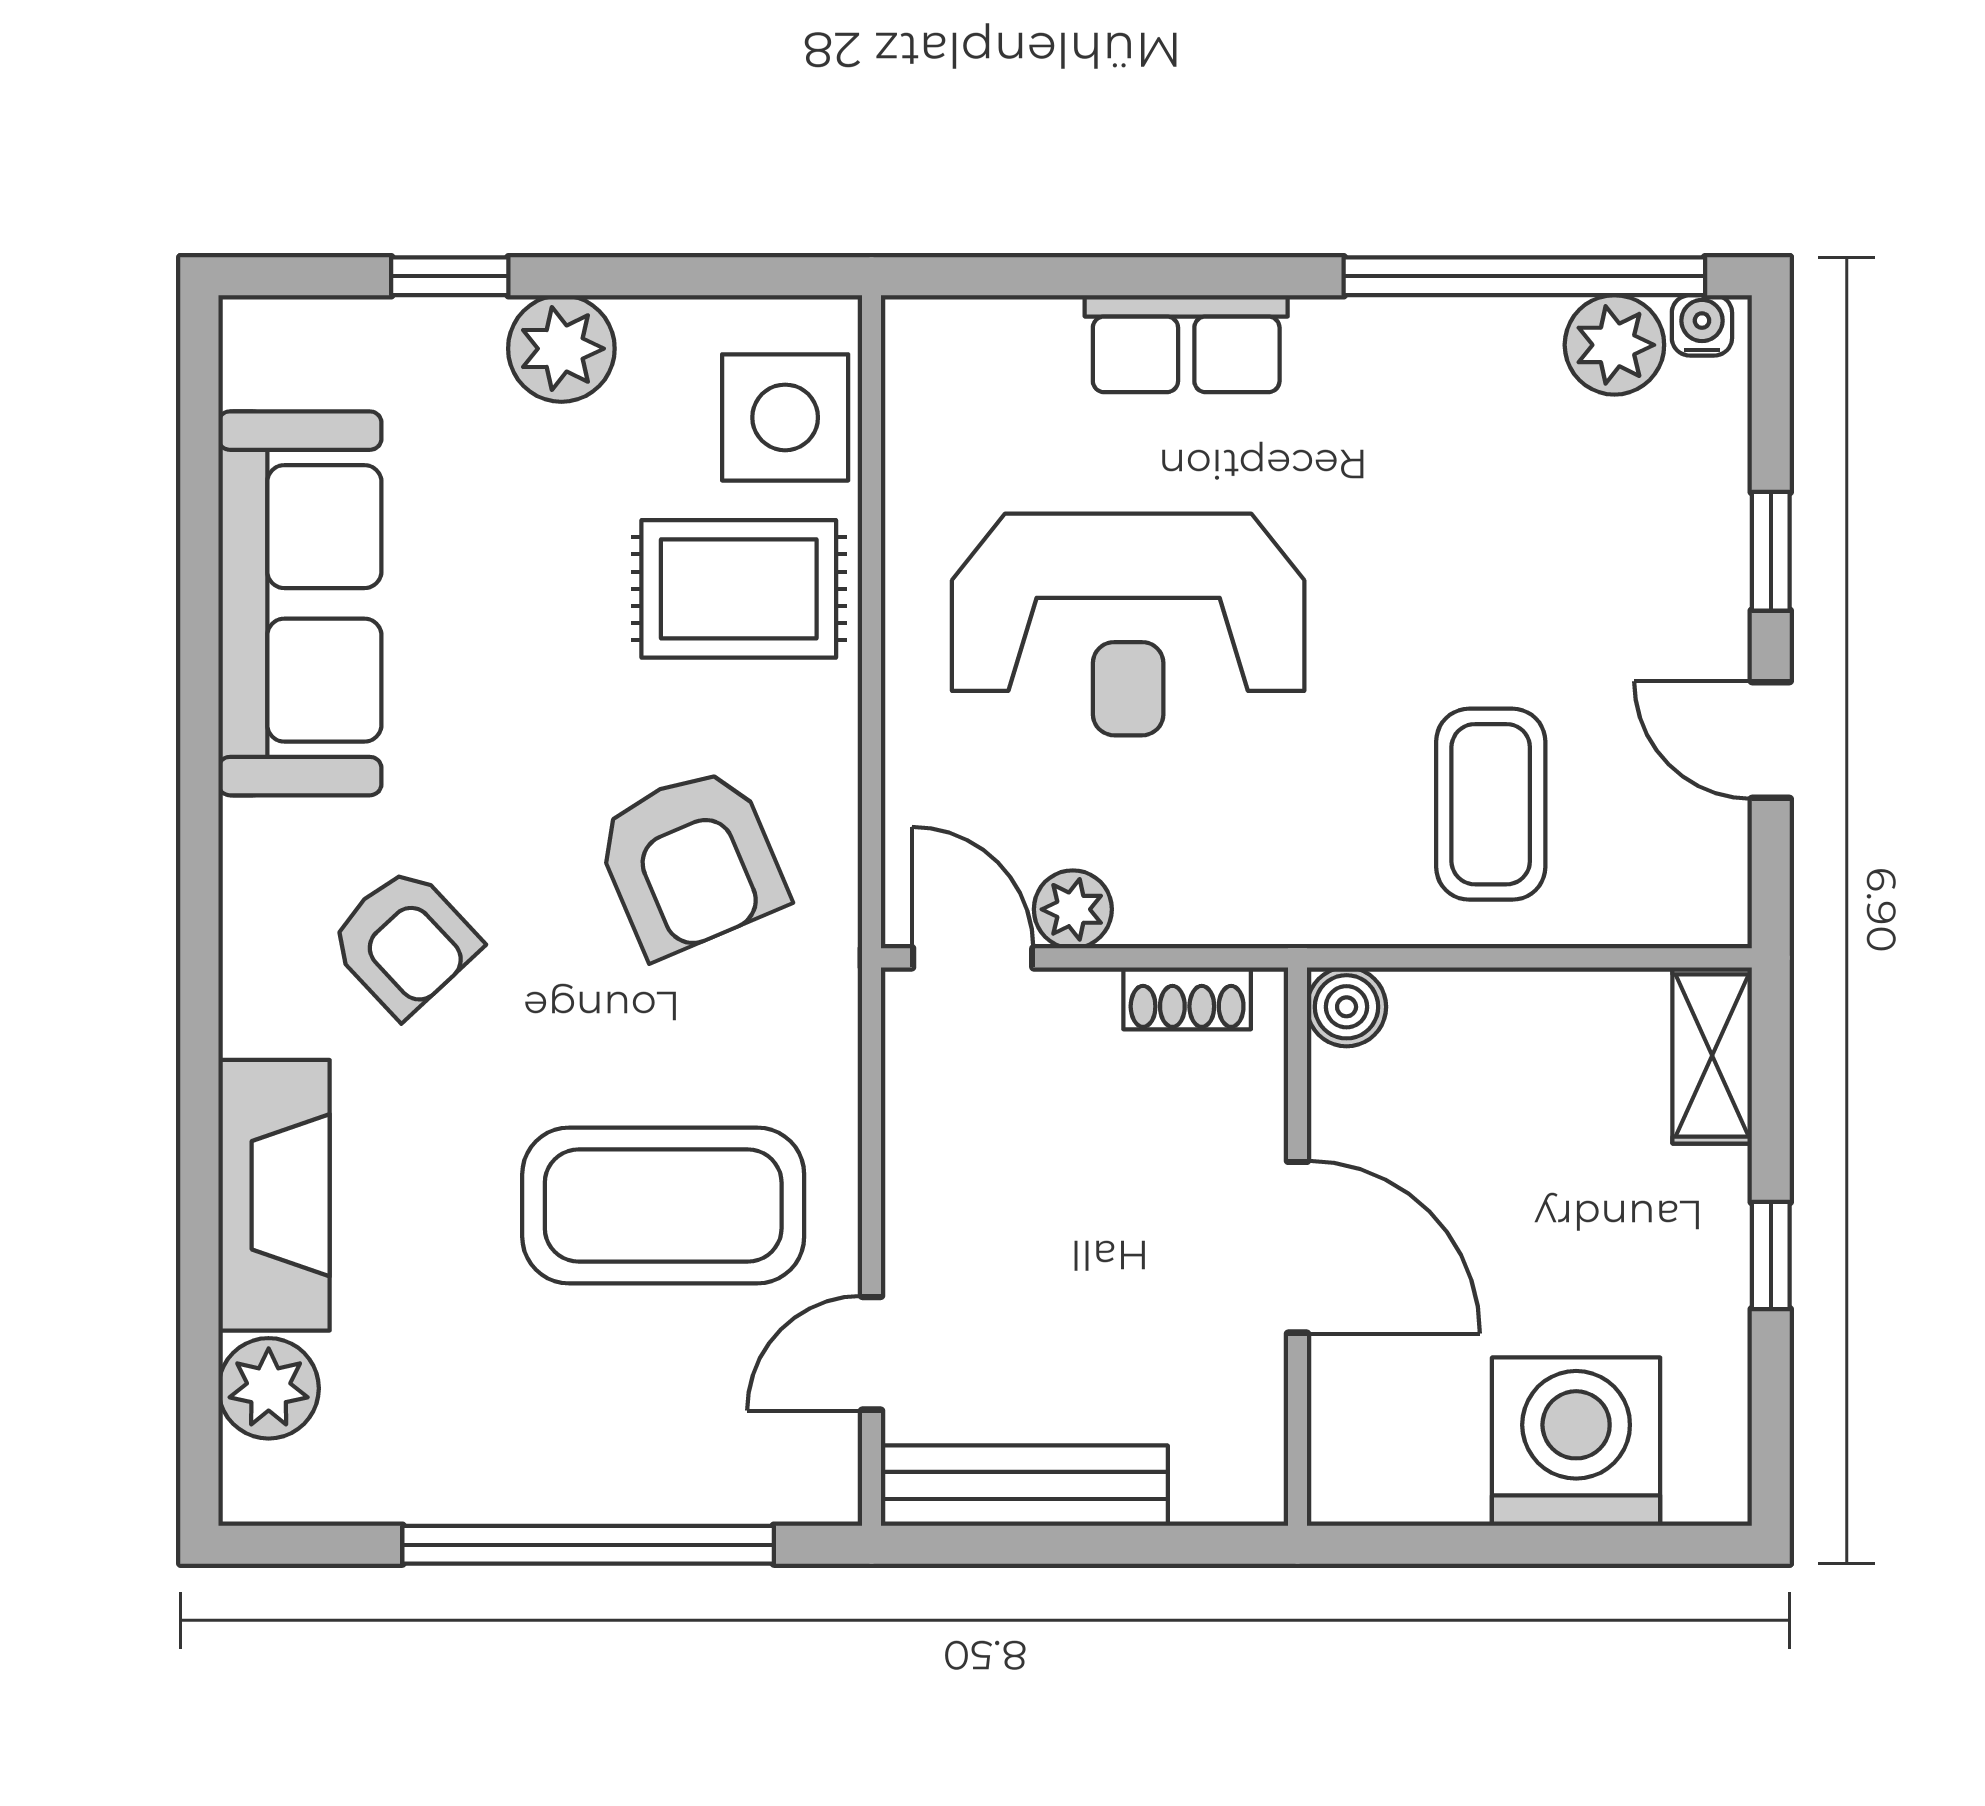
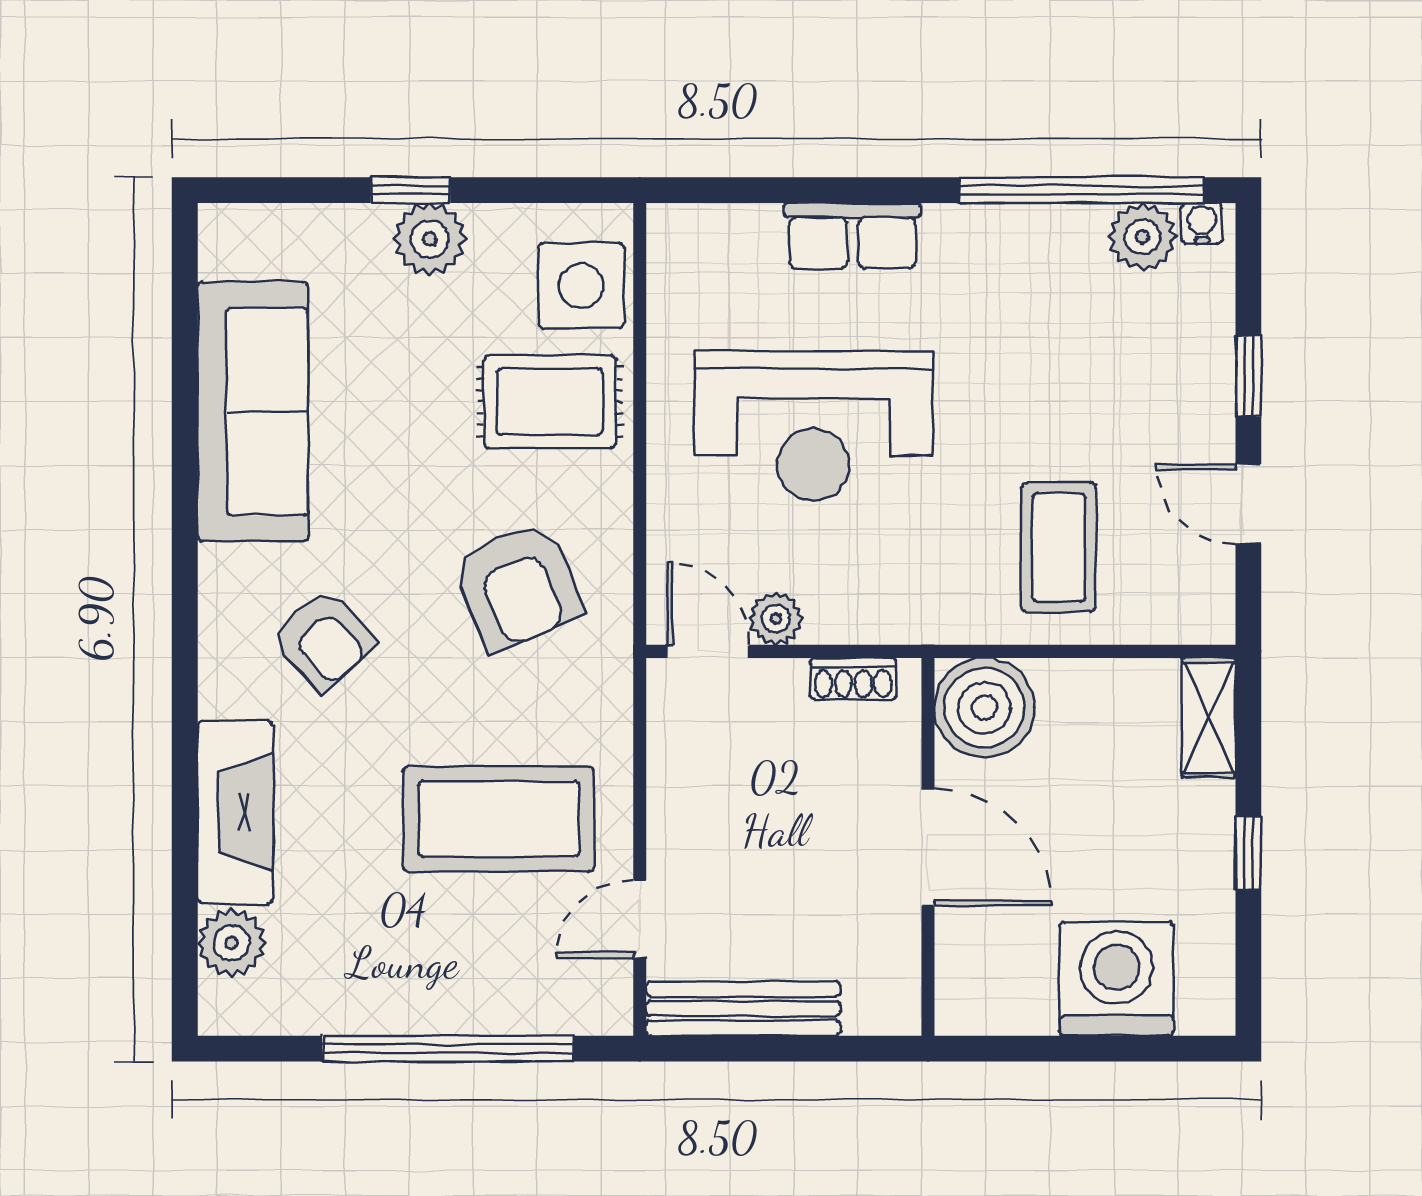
window: (450, 276) -> (410, 190), moved
boiler: (1347, 1007) -> (984, 708), width x1.86, depth x1.86

